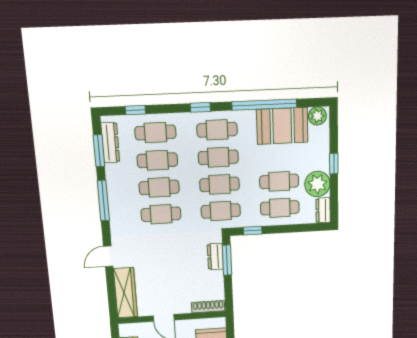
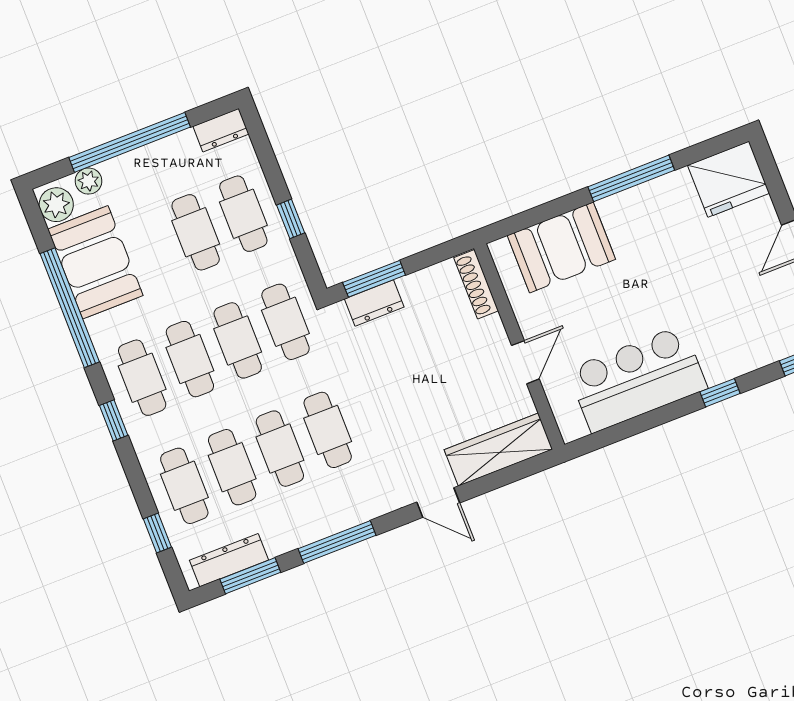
window: (334, 164) -> (130, 142), width x3.17
plant: (317, 184) -> (88, 181), moved, width x0.53, depth x0.53
window: (253, 231) -> (291, 219), moved

